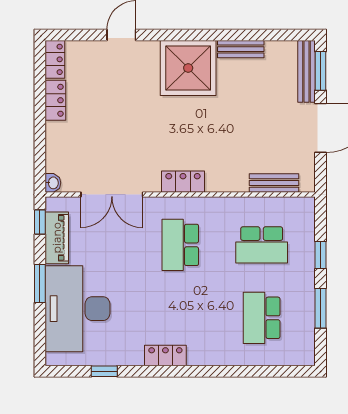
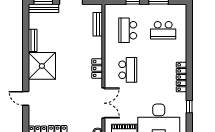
school desk: (180, 245) -> (128, 70), turned -90
school desk: (262, 245) -> (128, 30), turned 180
locker: (165, 356) -> (181, 77), width x1.53

